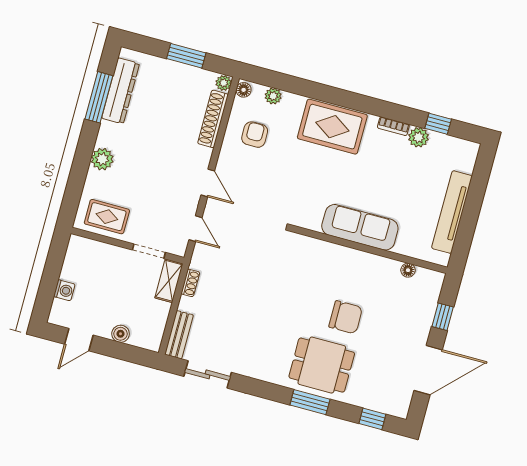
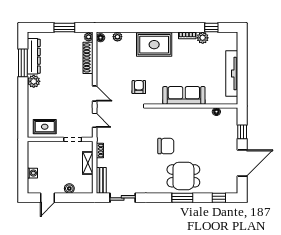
armchair: (255, 135) -> (139, 87), moved
plant: (102, 159) -> (34, 81), moved
shelving: (169, 281) -> (88, 163), moved
chair: (346, 317) -> (166, 146), moved

